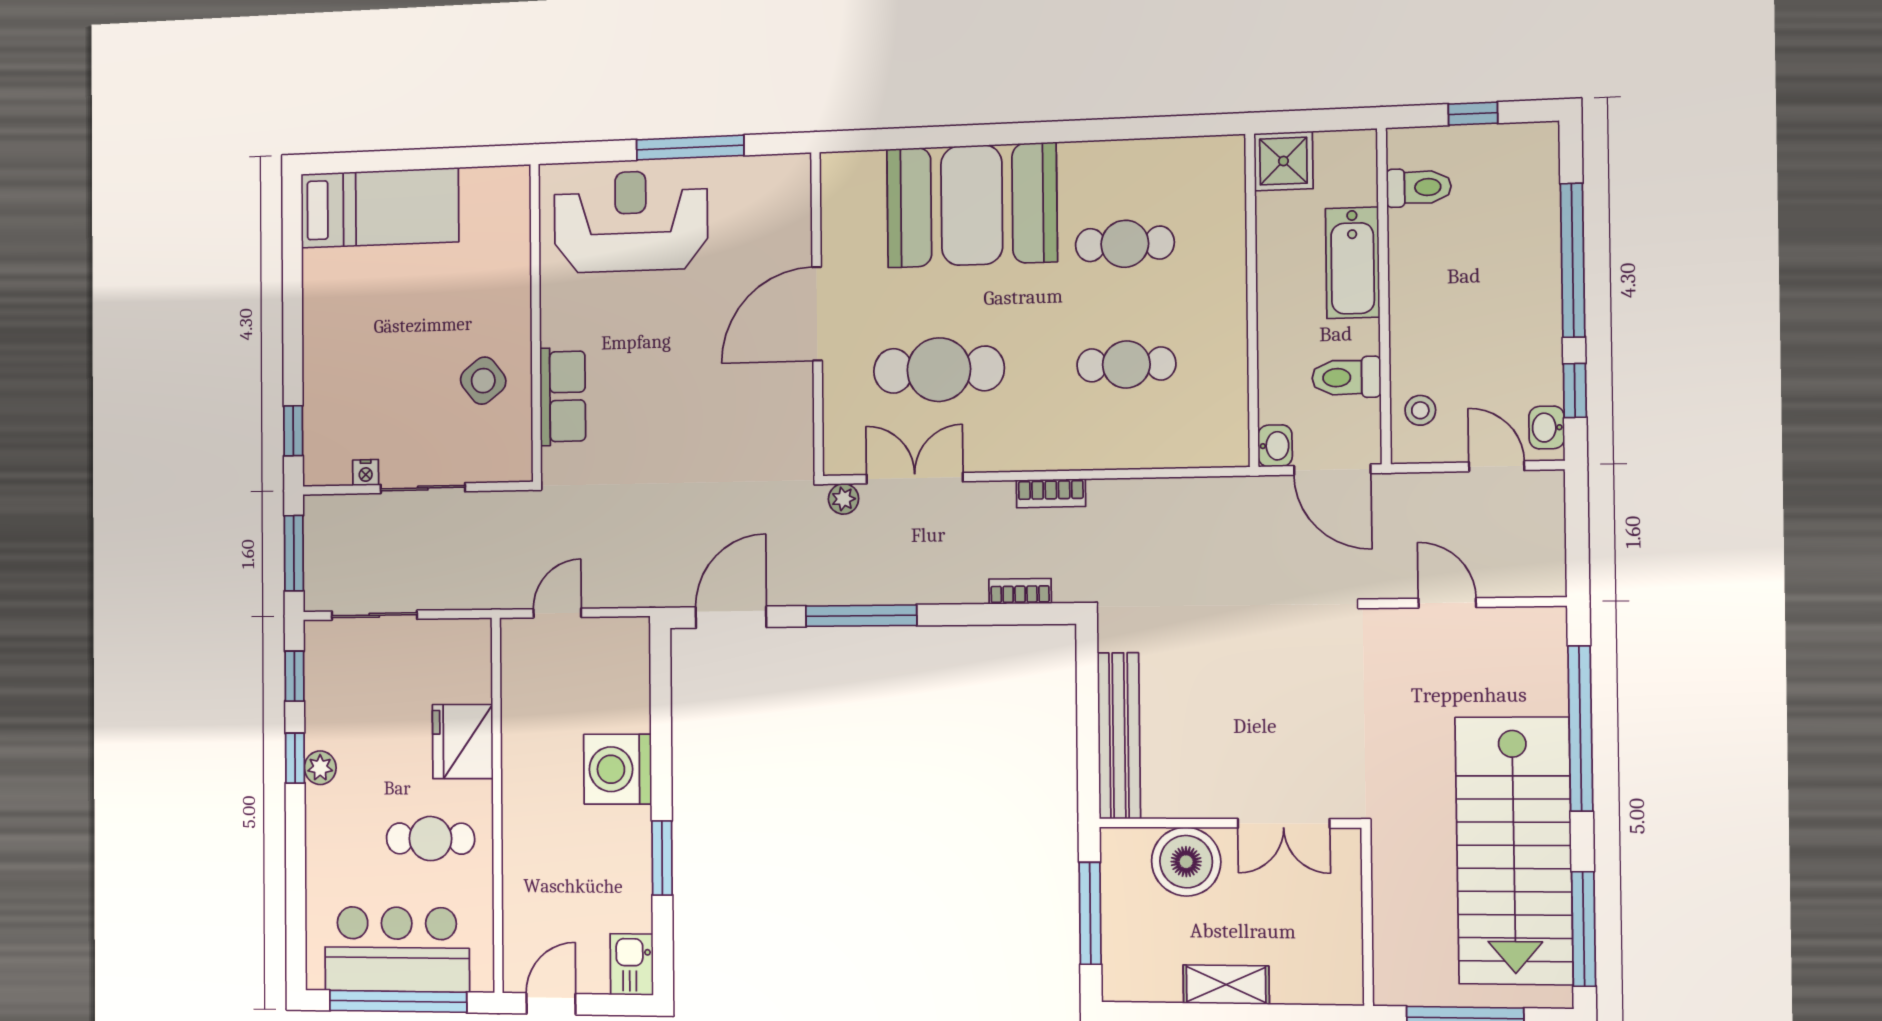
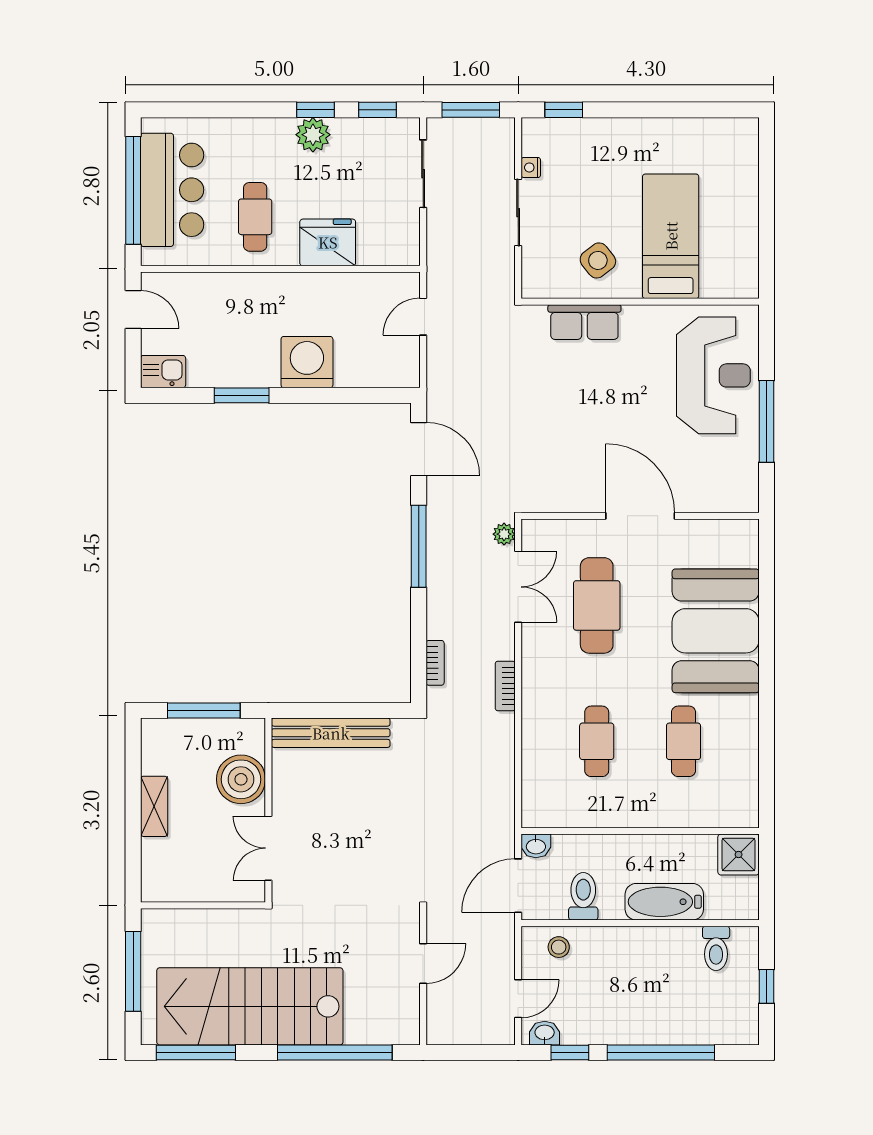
bed: (379, 208) -> (671, 236), moved, turned 180
door: (557, 613) -> (423, 317), swing flipped
plant: (320, 768) -> (313, 135), width x1.38, depth x1.38

